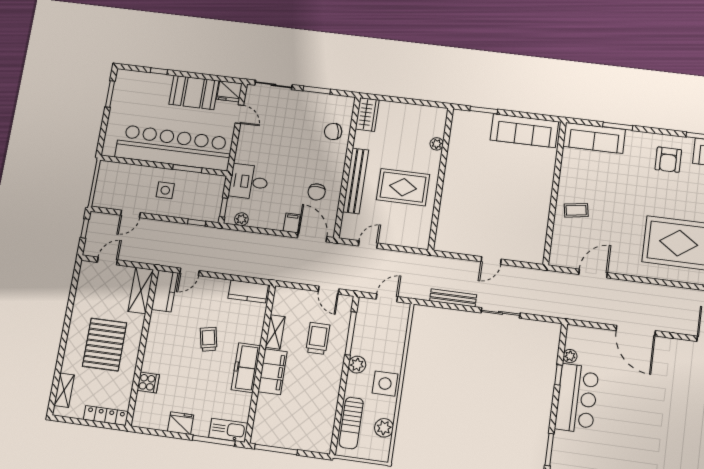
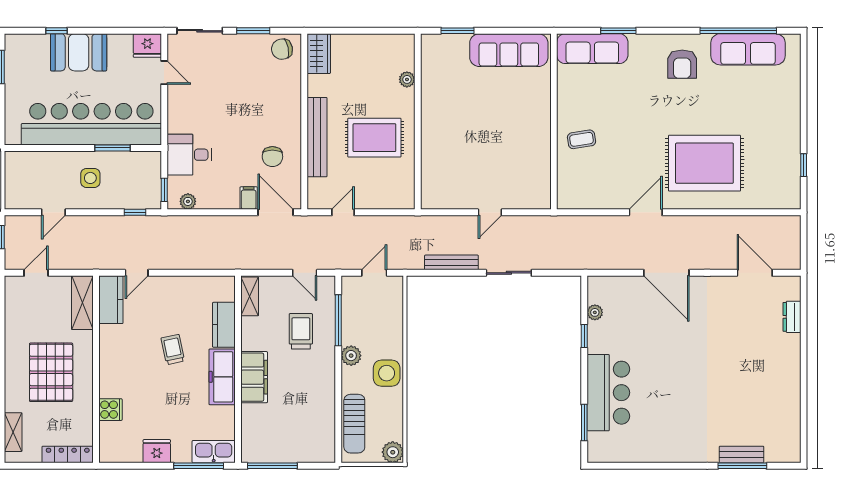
booth: (194, 92) -> (79, 52), moved
chair: (333, 132) -> (282, 49), moved
door: (593, 274) -> (646, 212), moved
kitchen counter: (248, 291) -> (224, 325), moved, turned 90
shelving: (275, 332) -> (250, 296), moved
bar counter: (577, 398) -> (608, 393), moved
plant: (384, 428) -> (393, 452), moved

